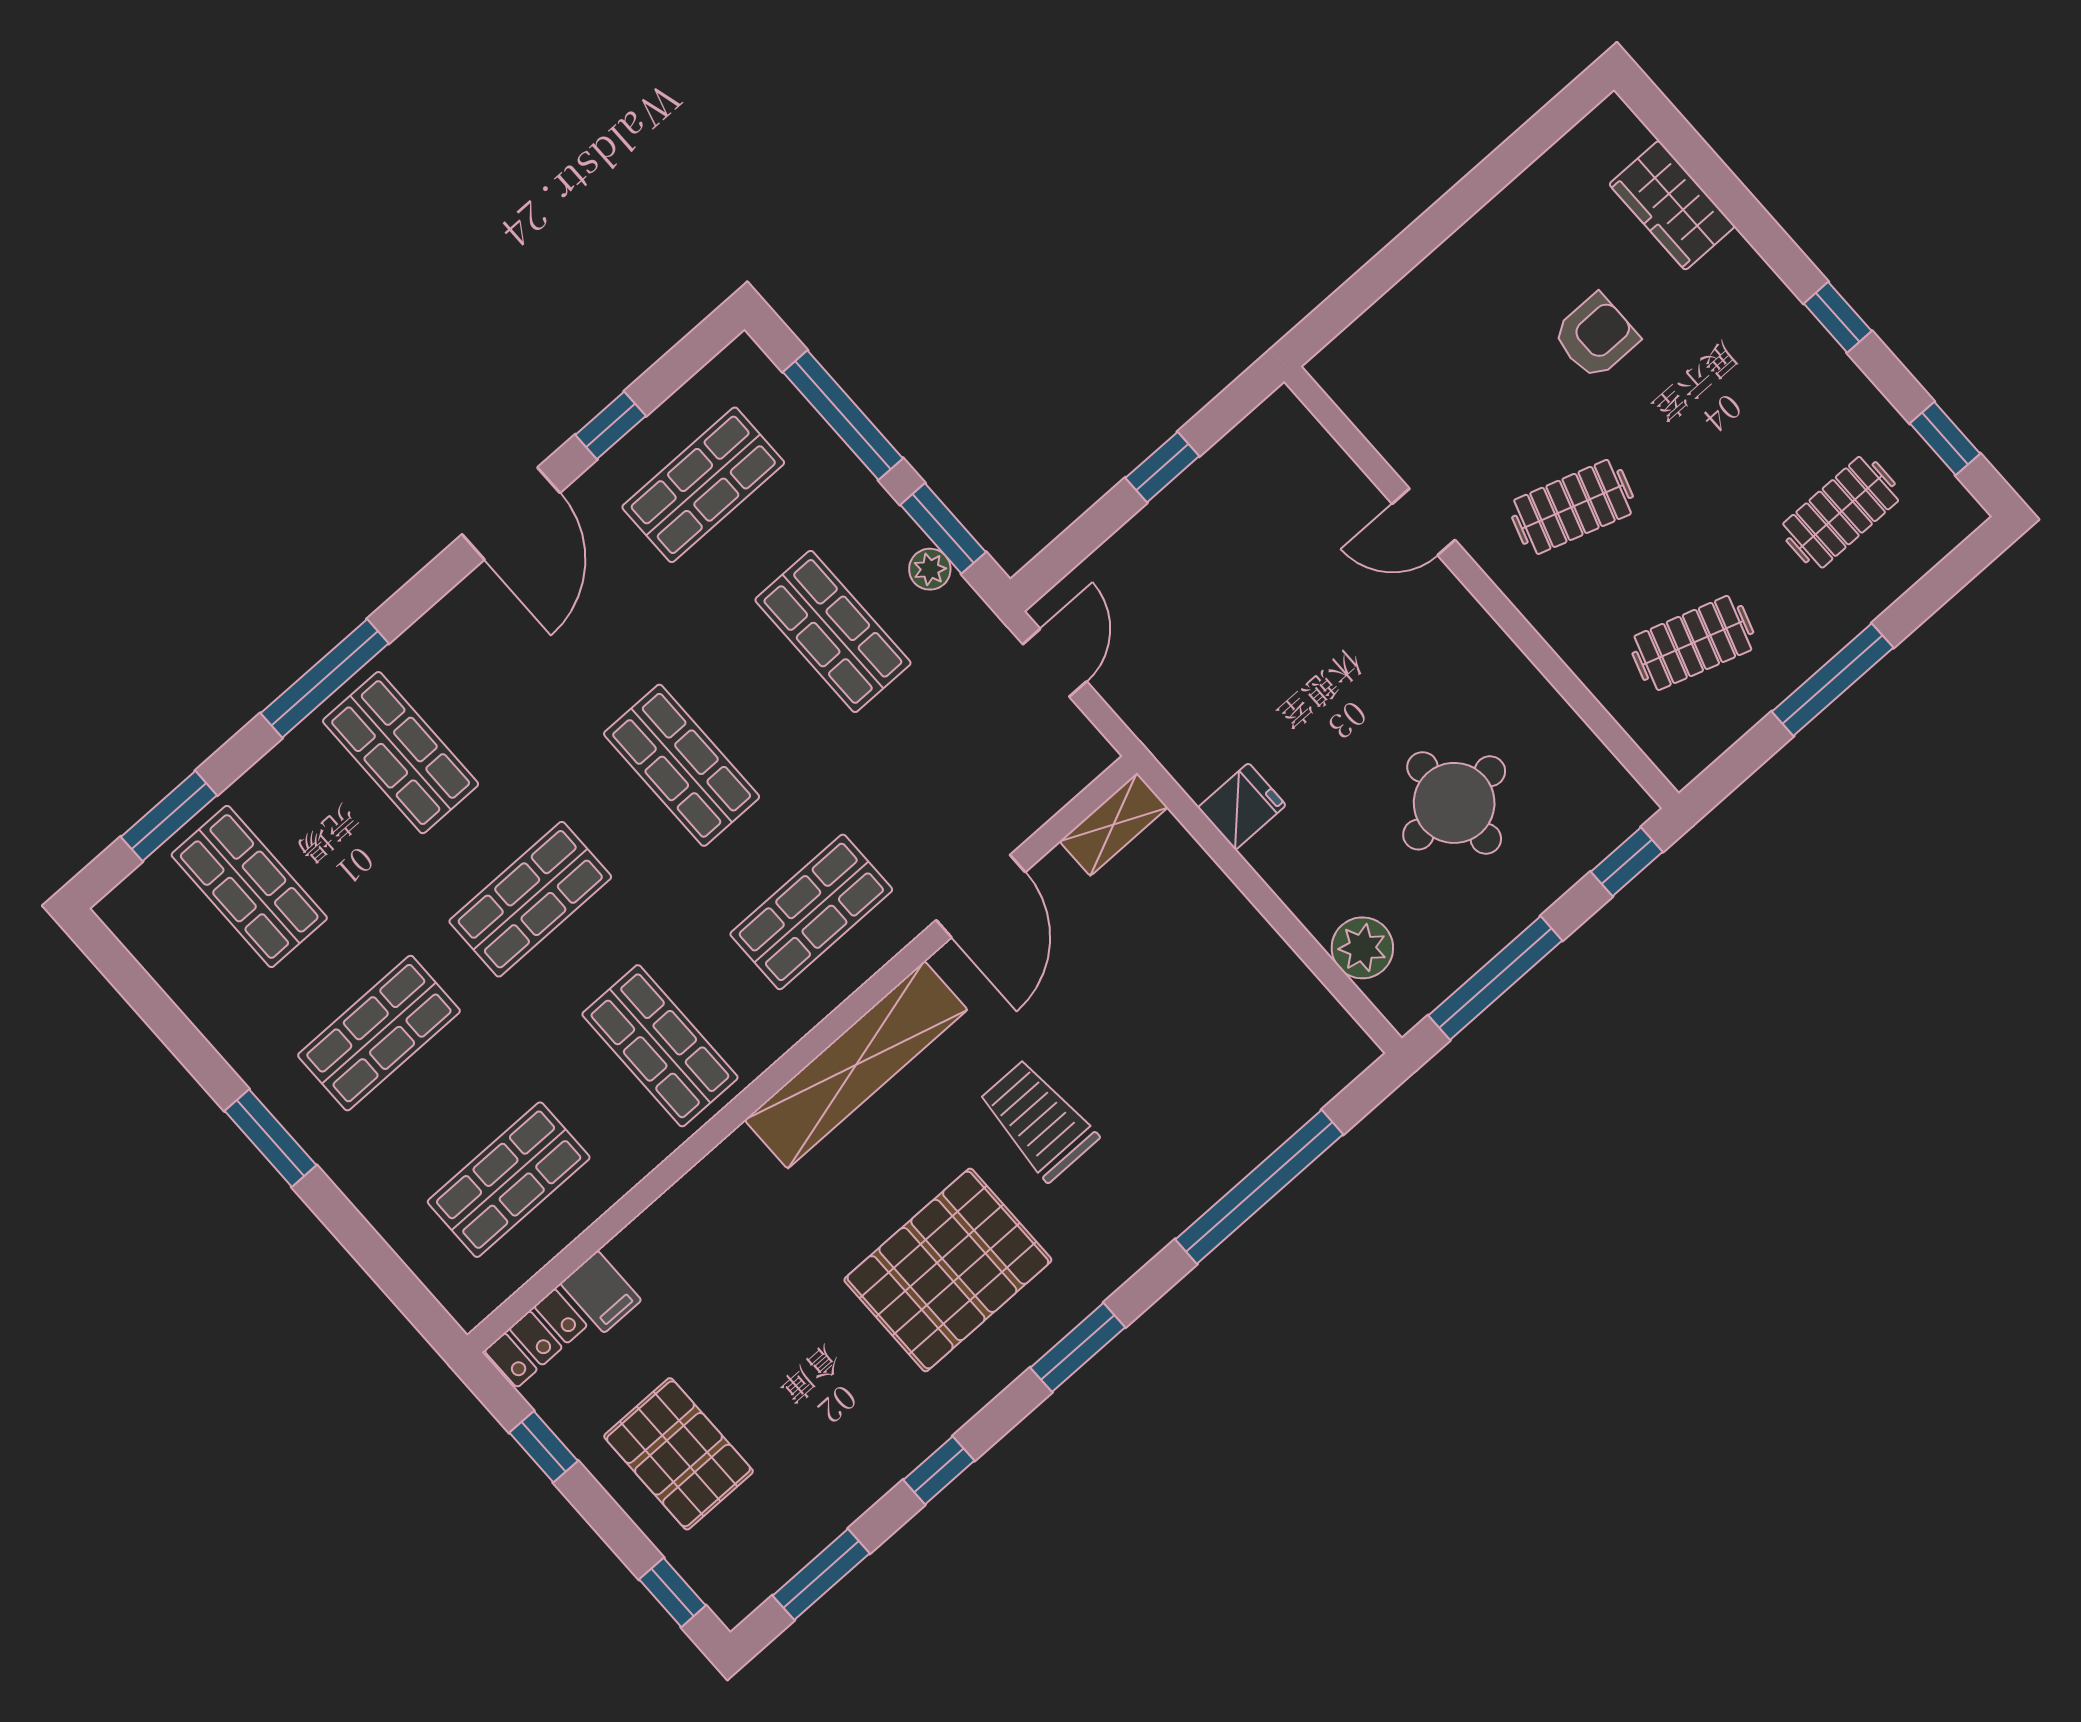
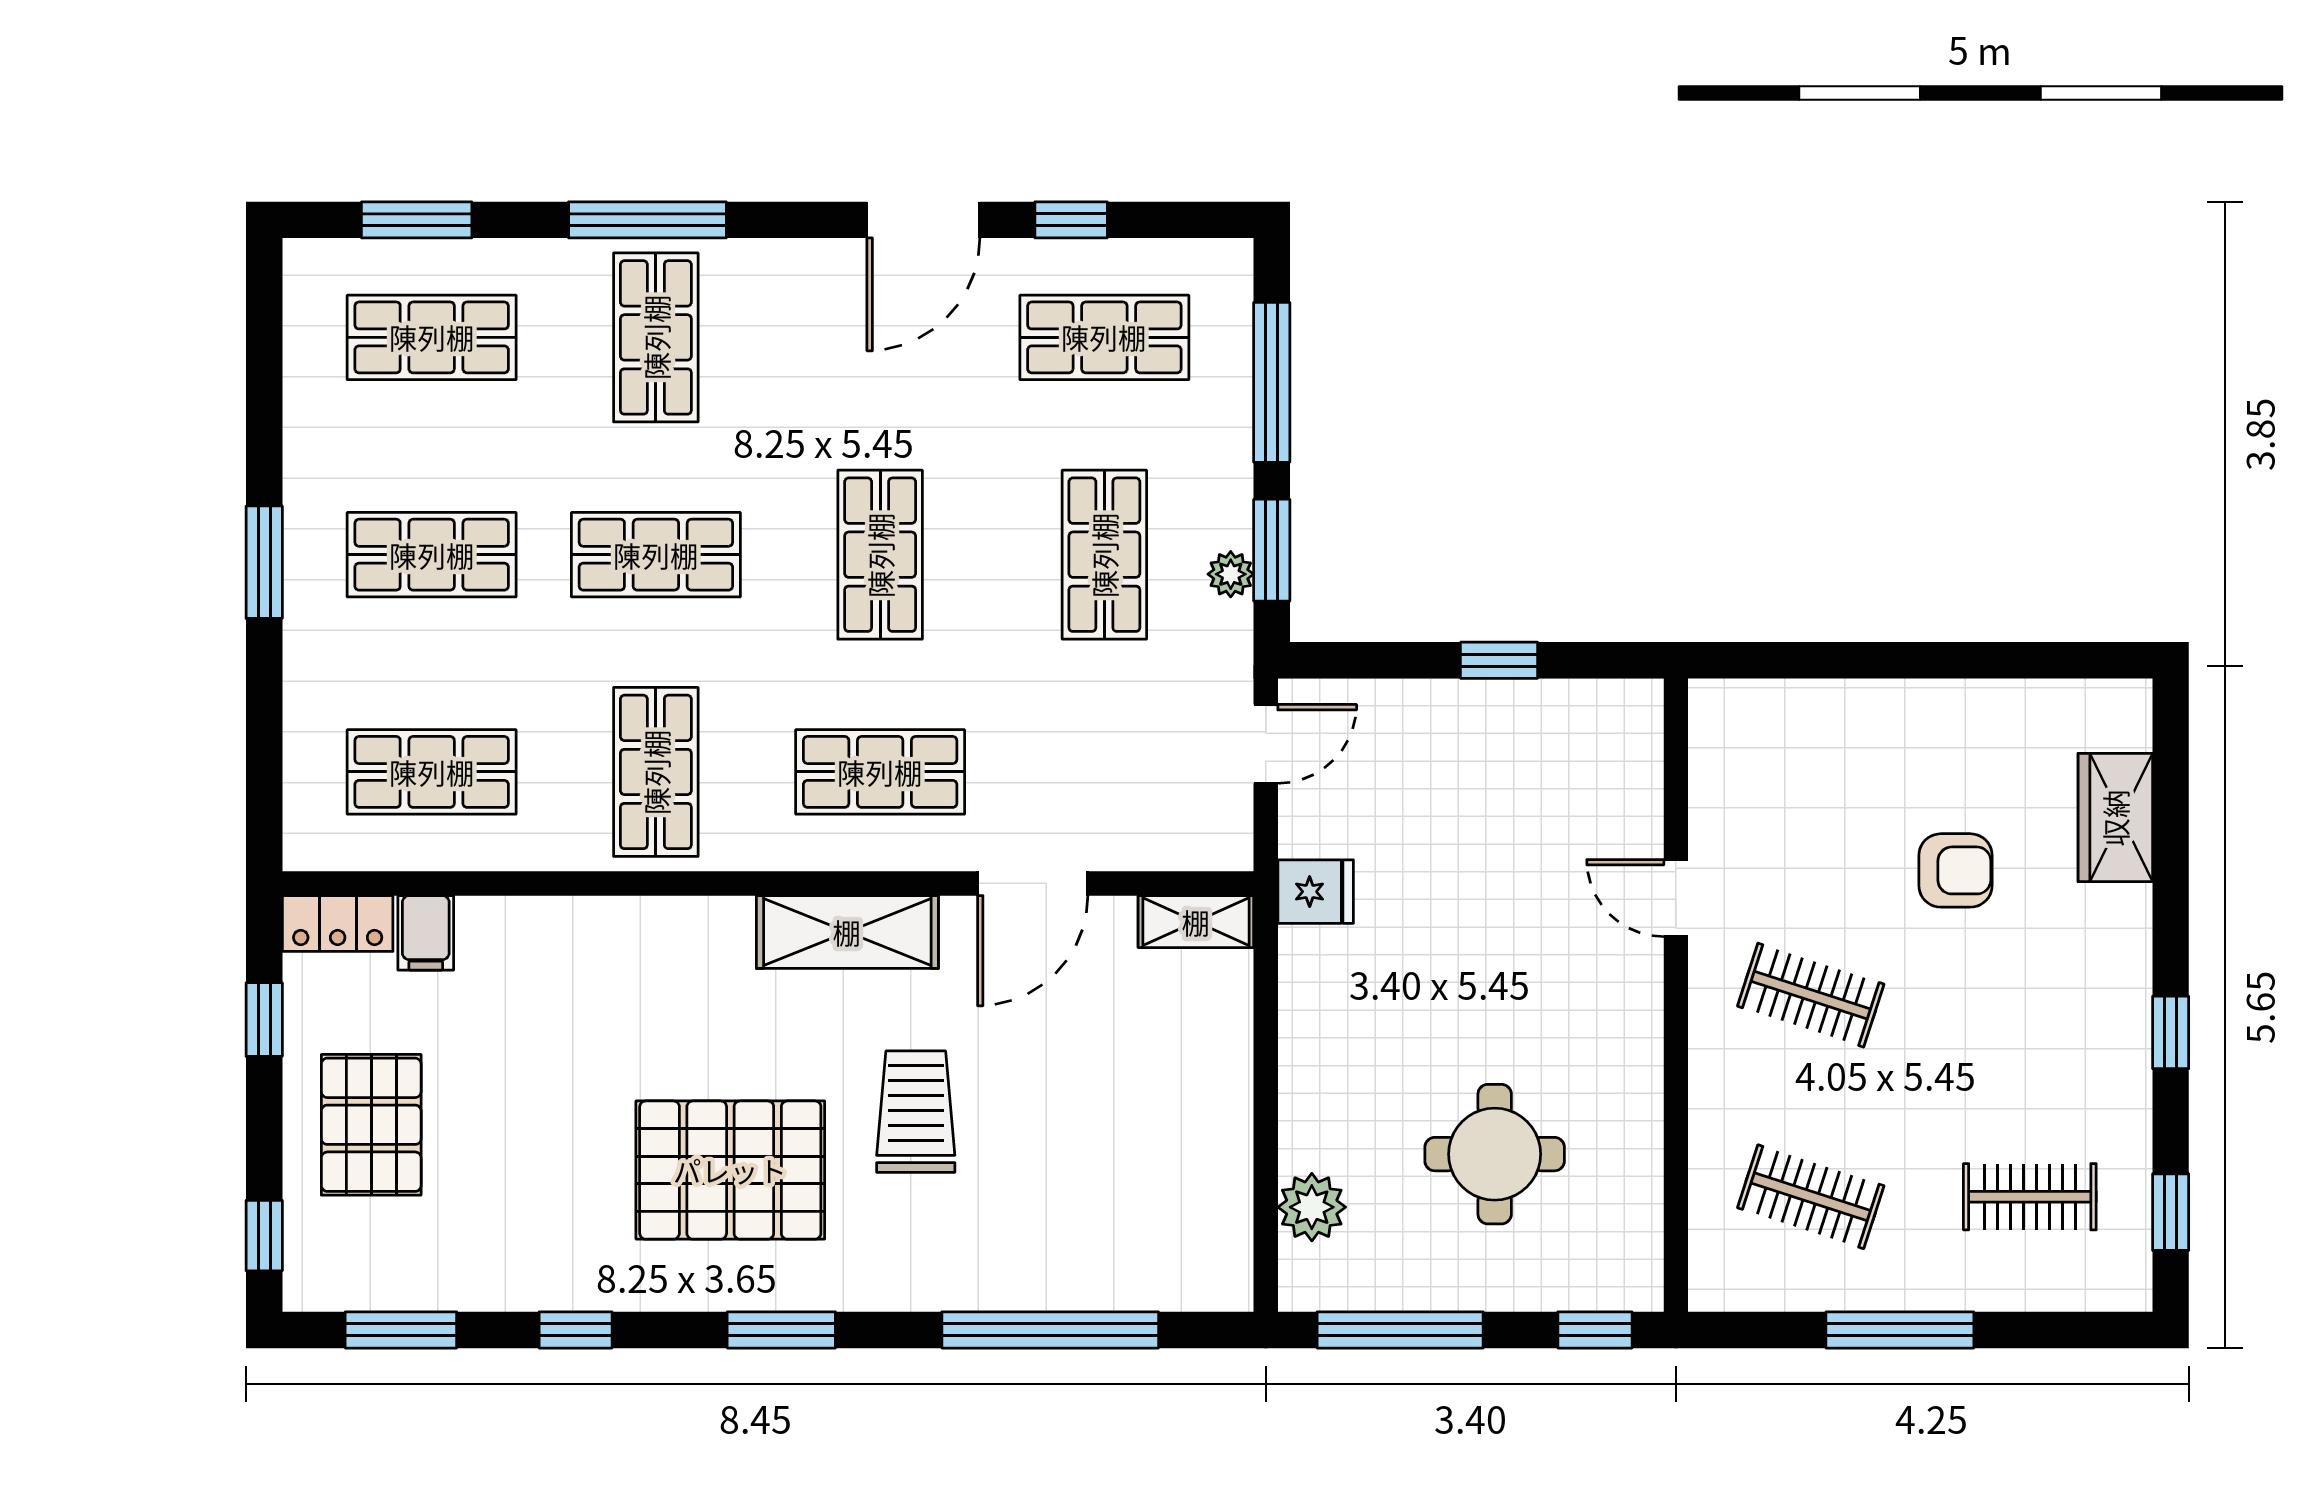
fridge: (1242, 806) -> (1316, 892), moved
shop shelf: (249, 886) -> (432, 337), turned 90
shelving: (856, 1065) -> (847, 932), width x0.68

